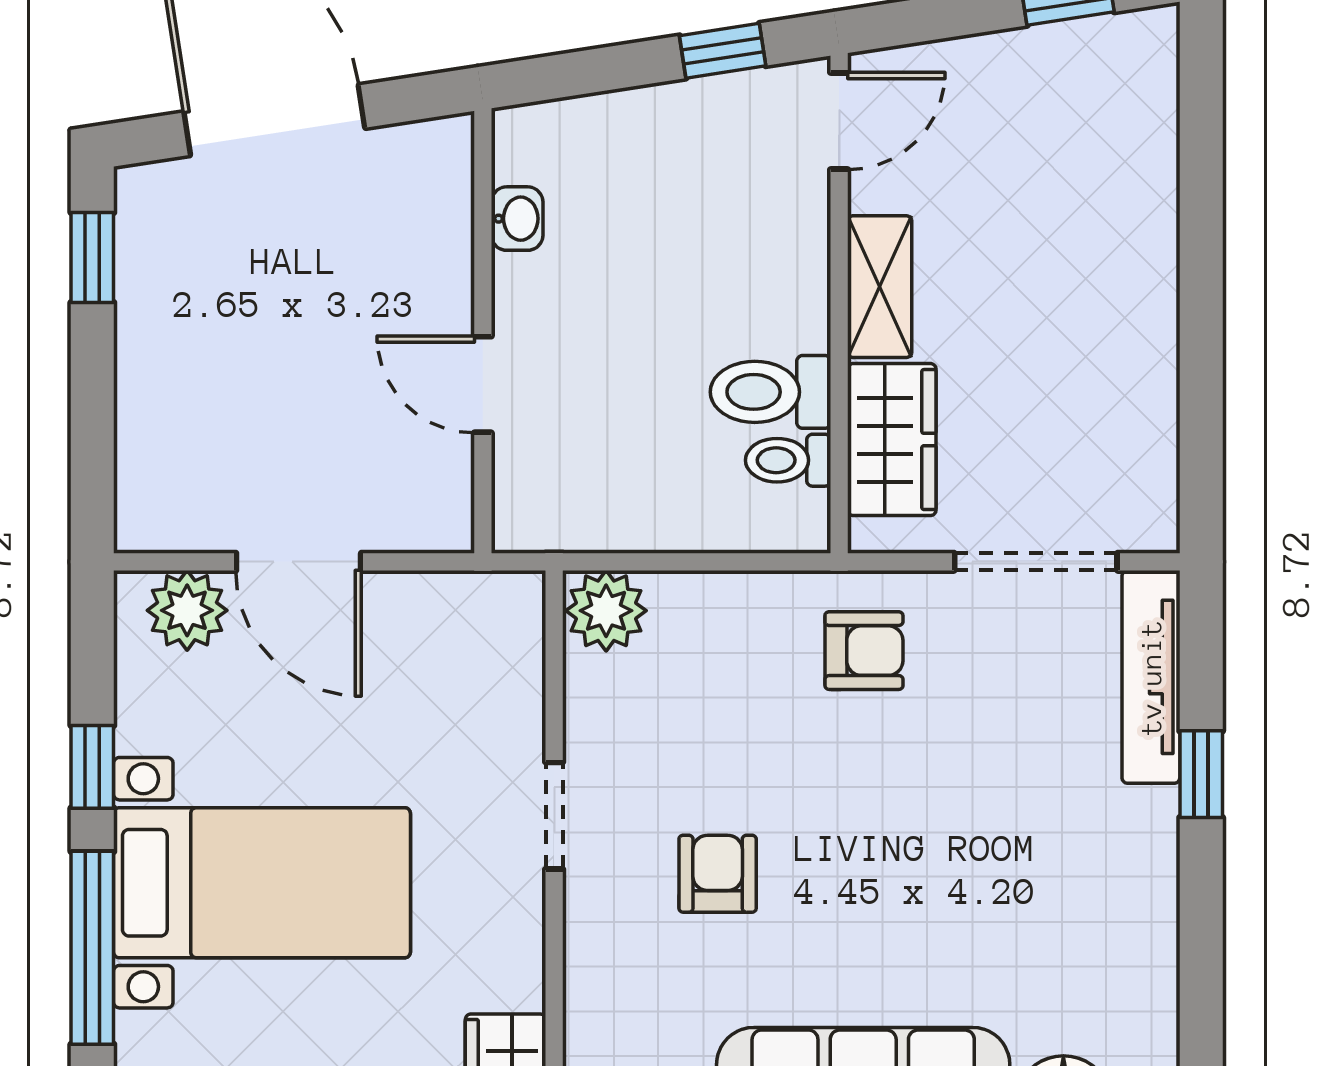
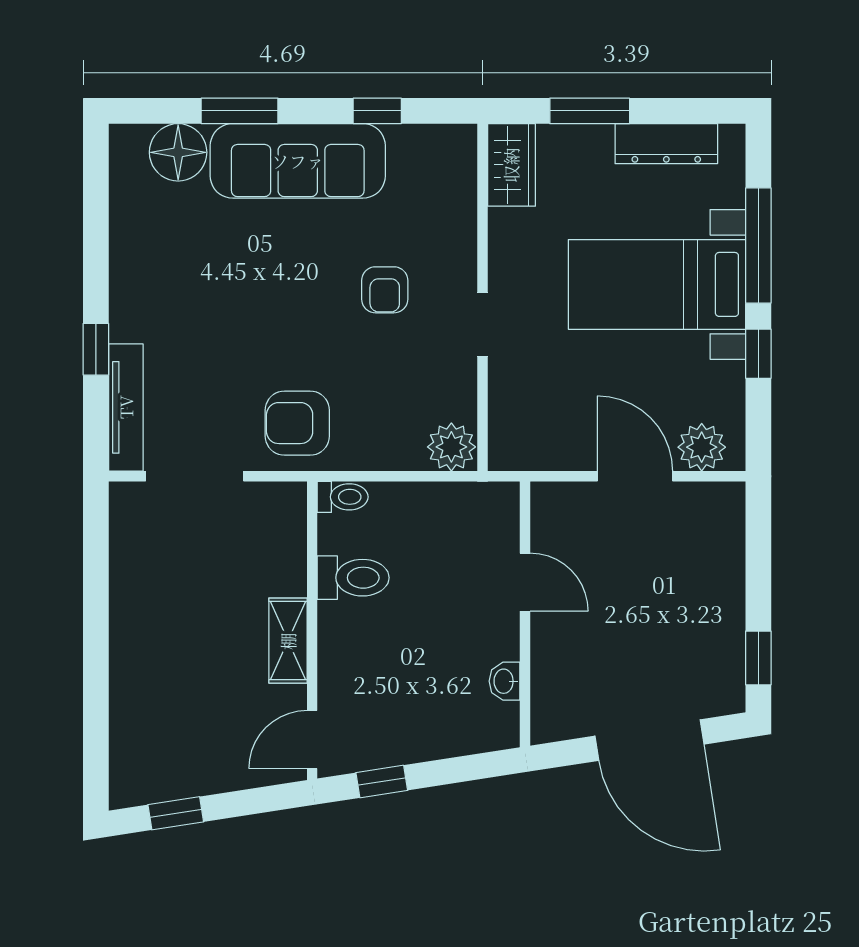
wardrobe: (892, 440) -> (281, 549), removed
toilet: (788, 460) -> (343, 497), moved
armchair: (864, 651) -> (297, 423), width x1.38, depth x1.38

